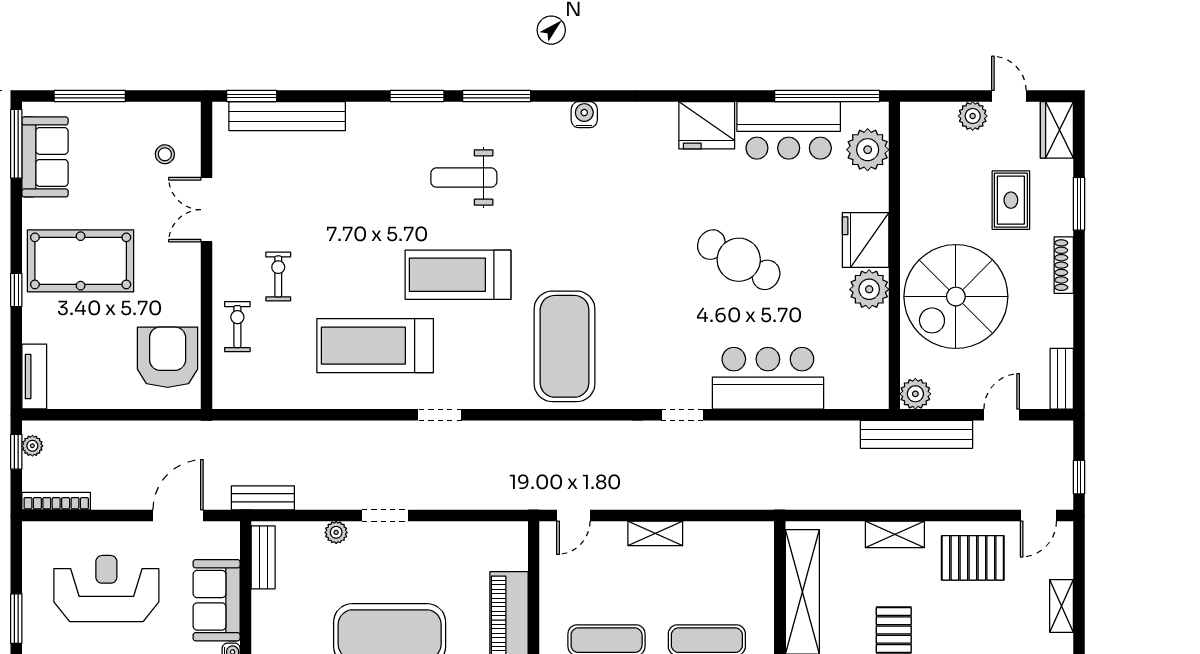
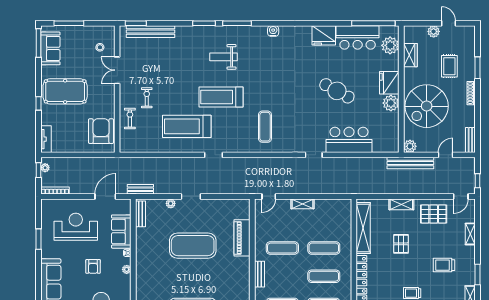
wardrobe: (1057, 130) -> (410, 55), moved, turned 180
exercise mat: (565, 346) -> (265, 127), width x0.50, depth x0.69

